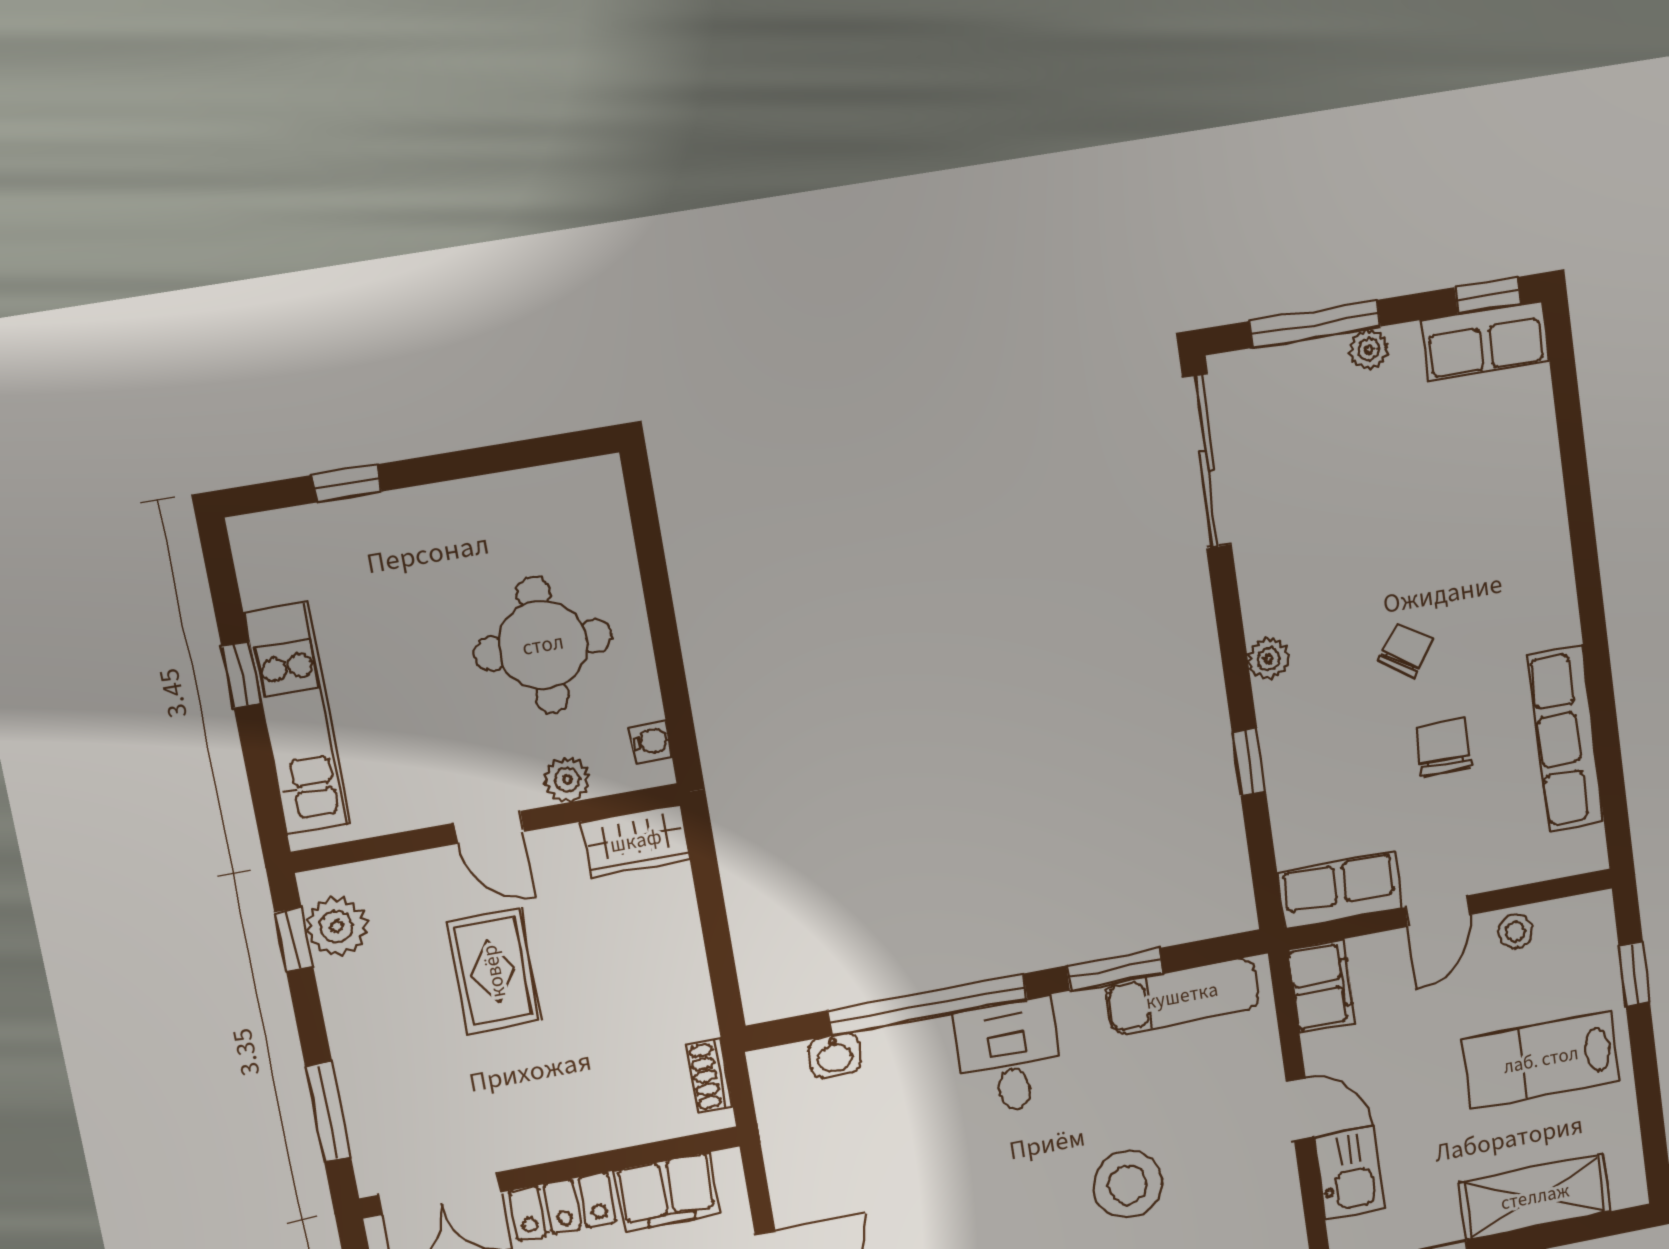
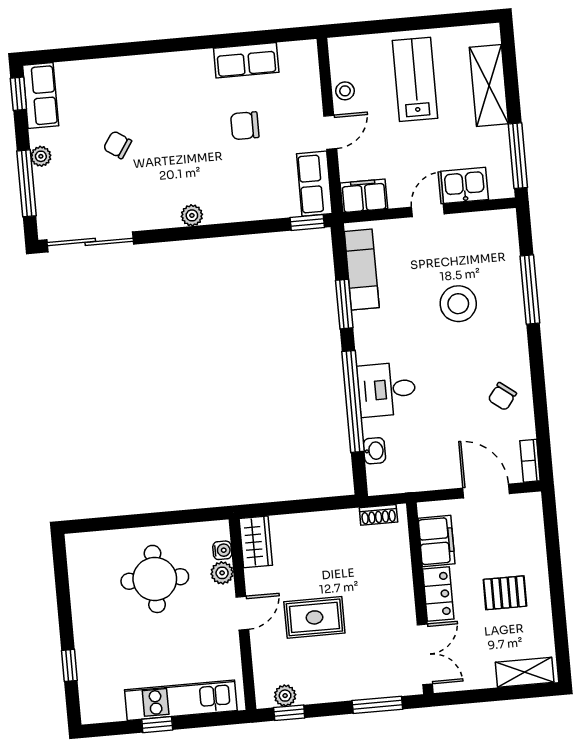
chair: (1405, 650) -> (118, 145), moved
row of seats: (1566, 739) -> (246, 60), width x0.68
water cooler: (651, 741) -> (222, 550), moved, turned 90
window: (1249, 762) -> (307, 223), moved
door: (1438, 911) -> (330, 132), hinge flipped
plant: (337, 927) -> (285, 696), width x0.73, depth x0.73
window: (1634, 974) -> (374, 27), removed
desk: (1009, 1056) -> (387, 389), moved
lab bench: (1541, 1060) -> (415, 79), turned 180

